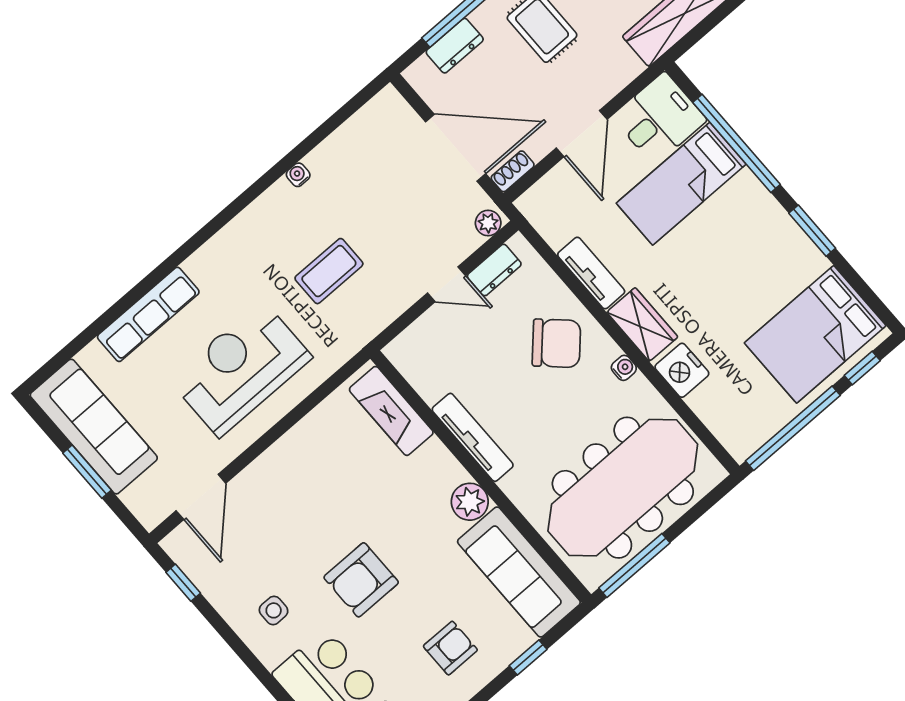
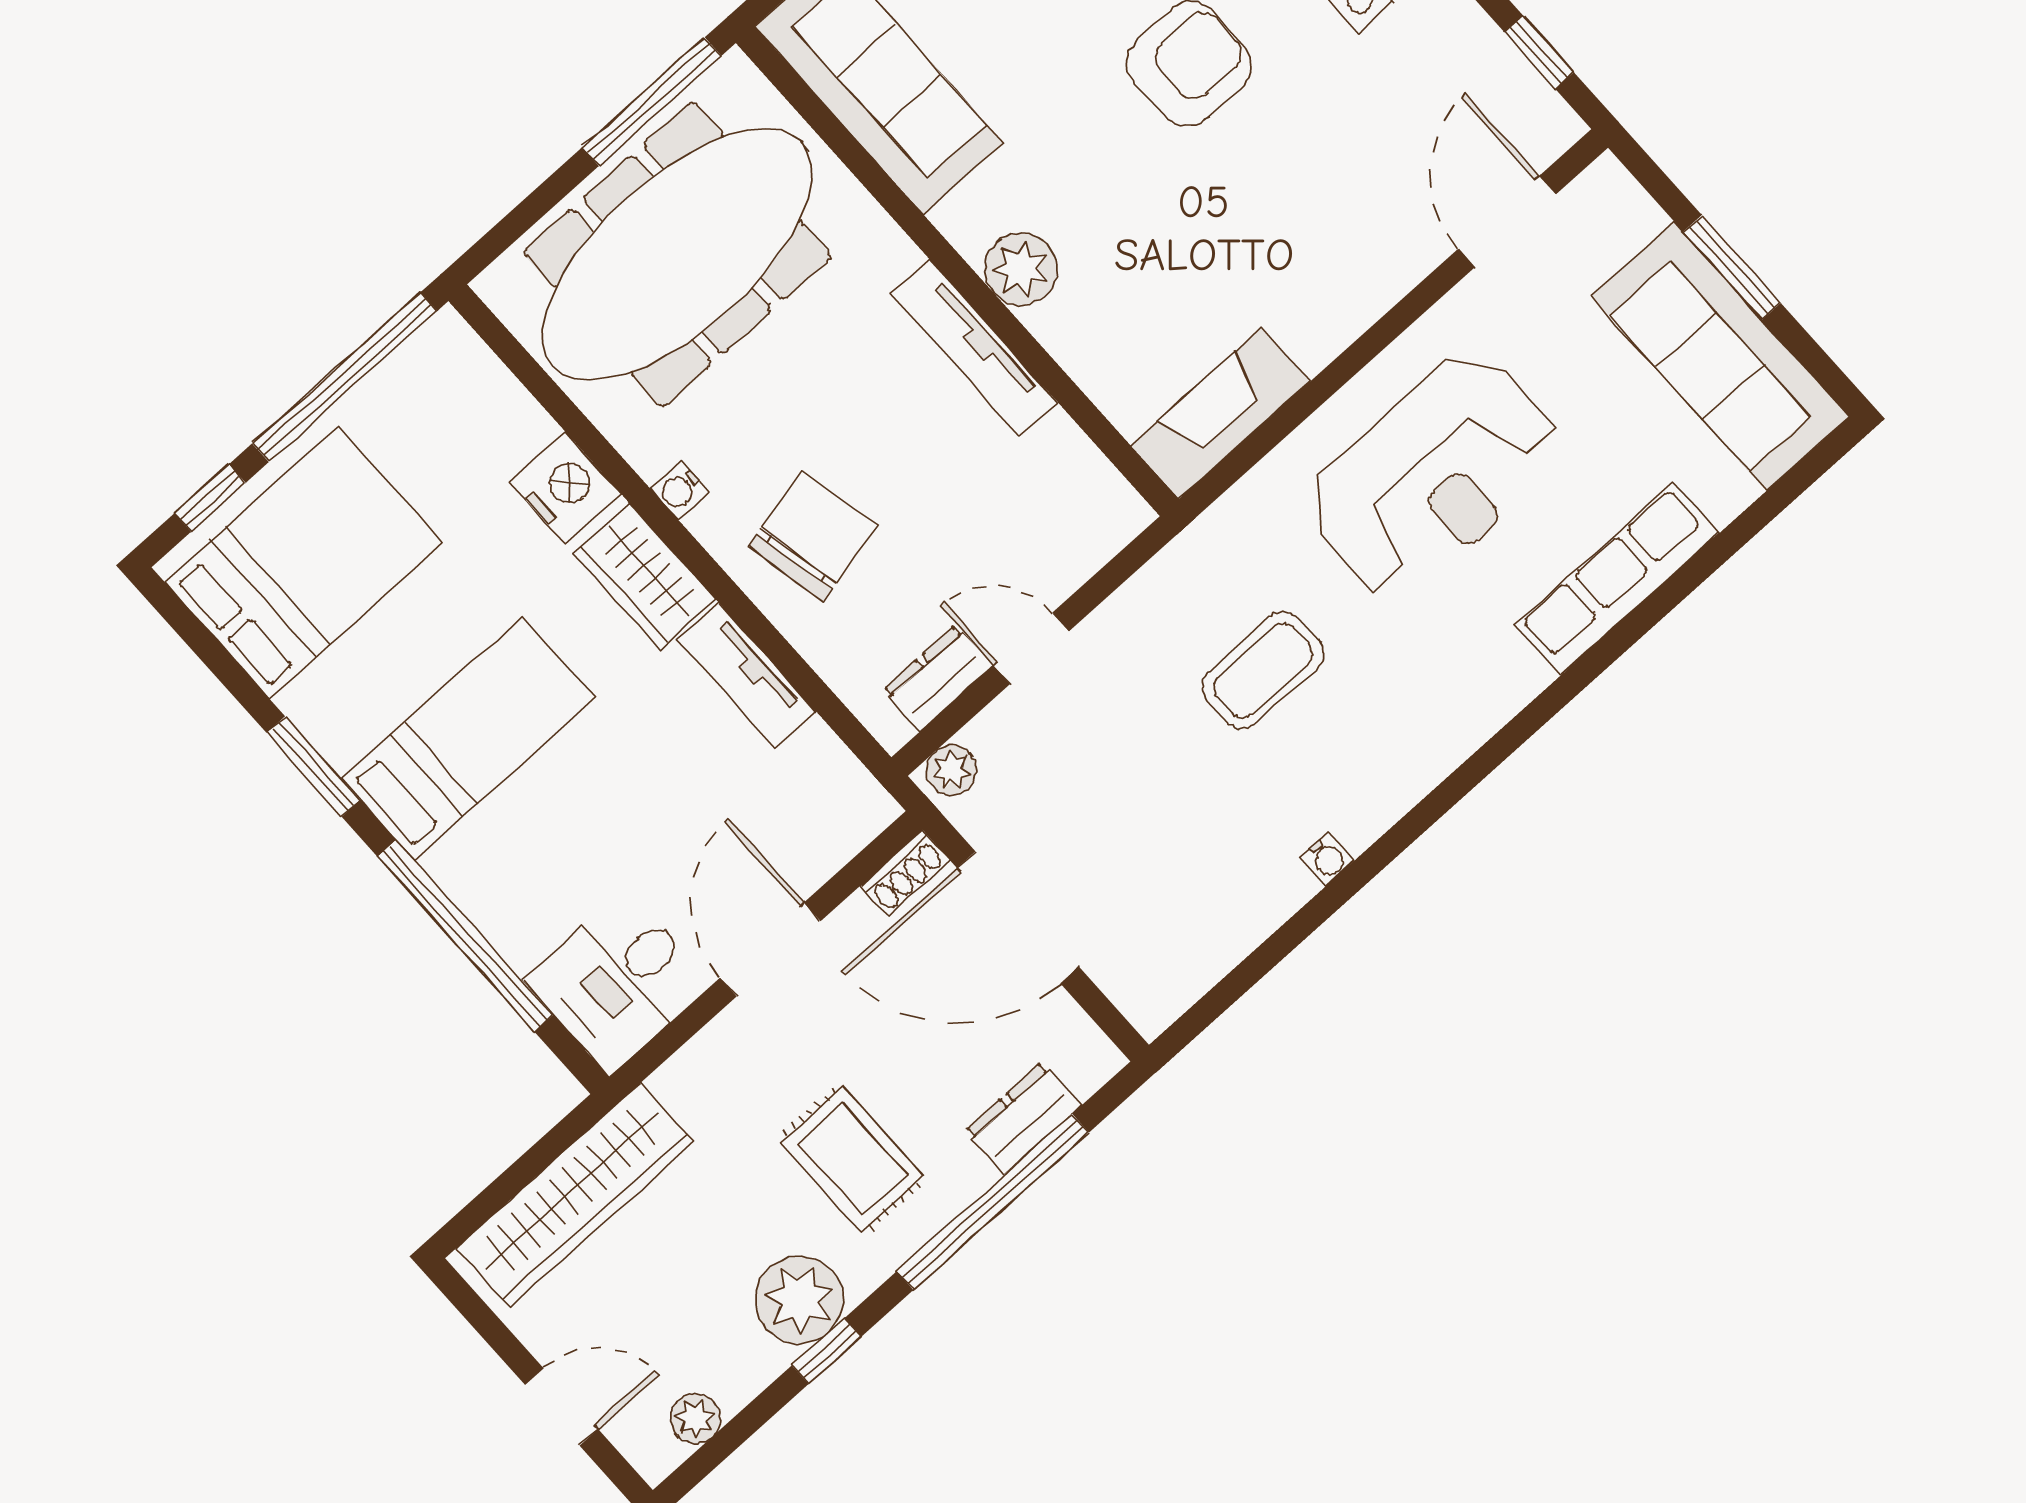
bed: (681, 184) -> (468, 738), moved
chair: (556, 343) -> (813, 536), turned 125
fireplace: (391, 411) -> (1220, 414), moved, turned -90
plant: (470, 502) -> (1021, 269), moved

